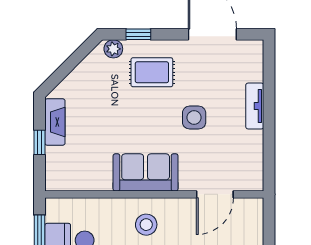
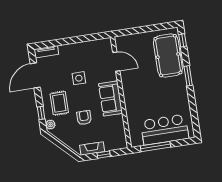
tv unit: (255, 106) -> (46, 52), moved
armchair: (117, 116) -> (84, 118), added
stool: (146, 225) -> (137, 94), removed

